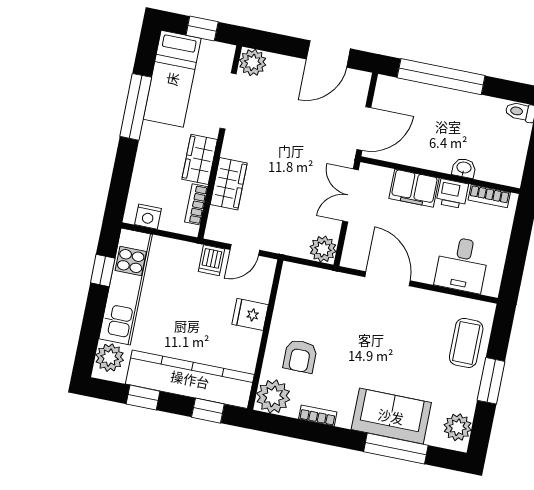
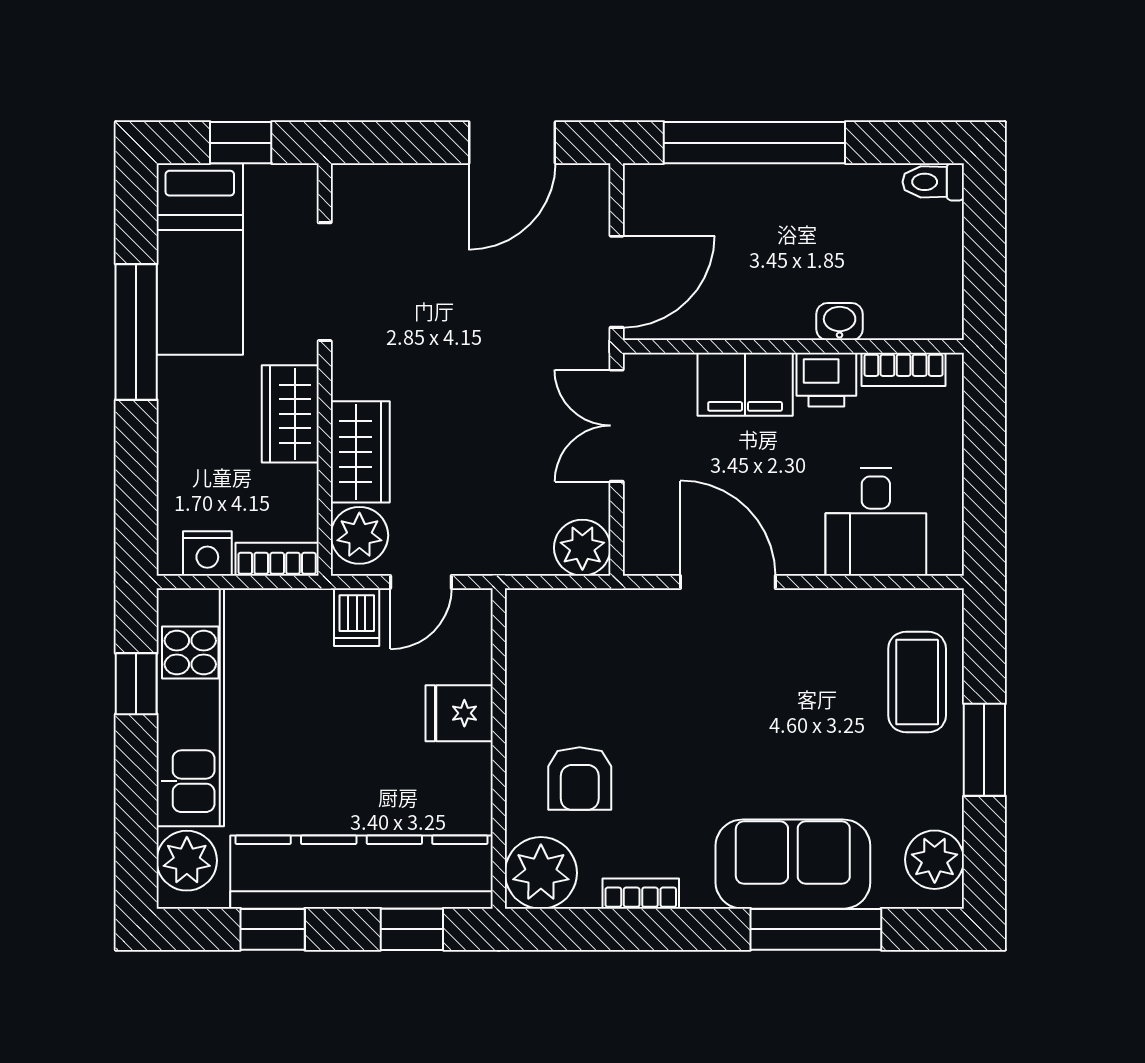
plant: (253, 62) -> (359, 535), moved
bookcase: (196, 204) -> (277, 559), moved, turned 90

